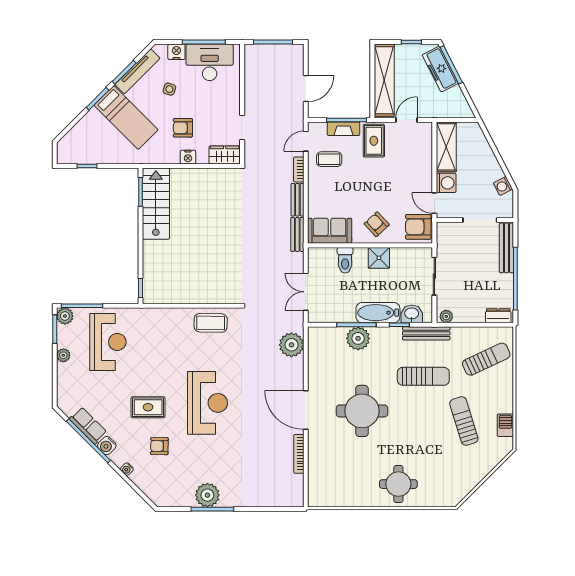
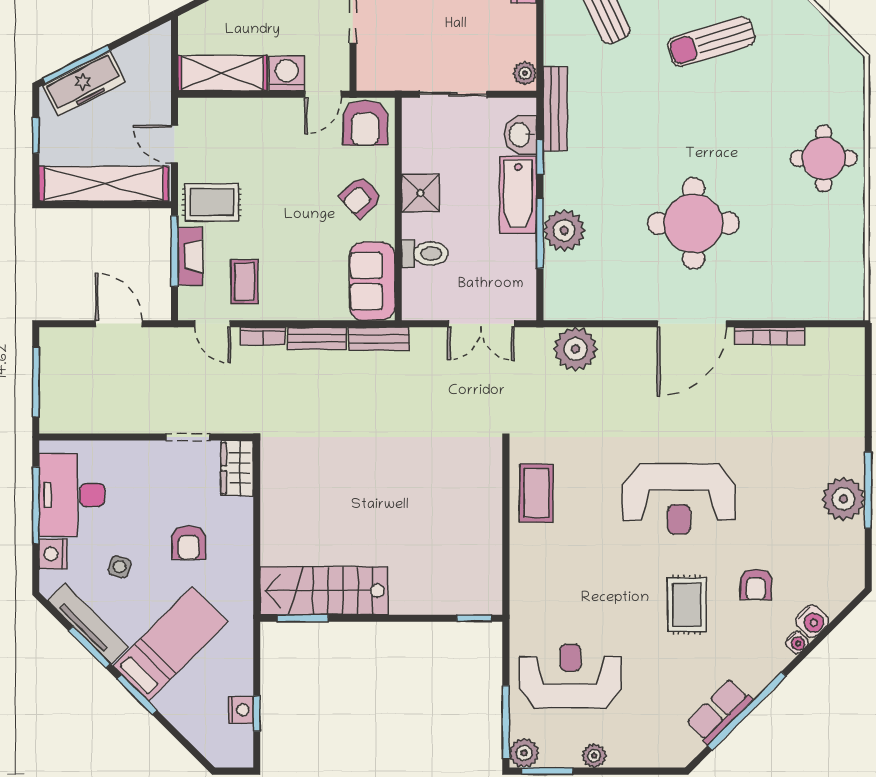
nightstand: (188, 157) -> (241, 710), moved
sun lounger: (423, 376) -> (632, 114), removed
reception desk: (207, 403) -> (679, 499), turned 180
water cooler: (107, 446) -> (812, 621), moved

